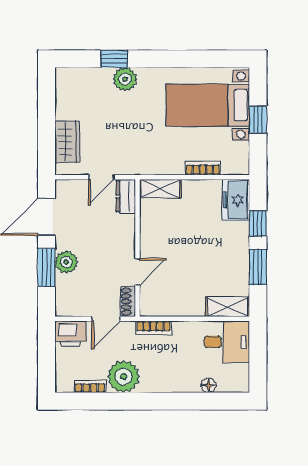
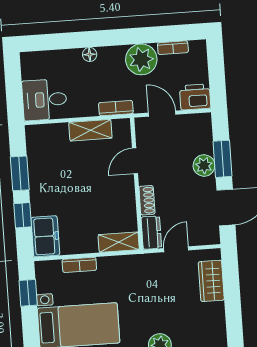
window: (258, 120) -> (28, 293), moved
shoe rack: (128, 302) -> (147, 200), moved
shelving: (227, 307) -> (90, 130), moved
door: (106, 319) -> (162, 114), hinge flipped
floor lamp: (209, 385) -> (90, 54), moved

